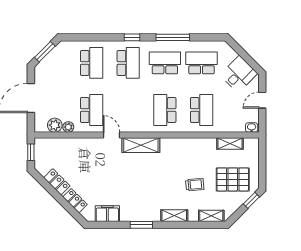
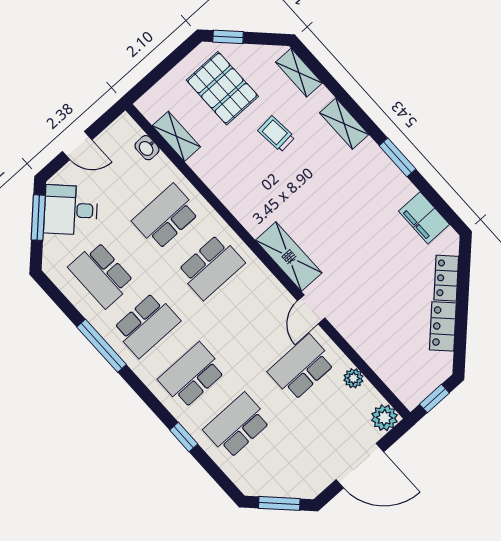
window: (132, 37) -> (184, 437), moved
window: (247, 58) -> (38, 218), added
school desk: (165, 63) -> (147, 325), turned -90
plant: (55, 125) -> (384, 418), moved
washbasin: (252, 127) -> (147, 148), moved

